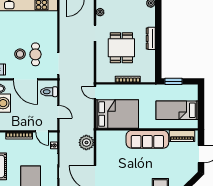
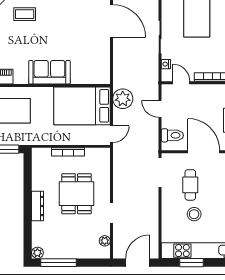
stool: (20, 54) -> (194, 214), moved
door: (95, 93) -> (111, 134), hinge flipped
sofa: (147, 139) -> (49, 72), width x0.73
plant: (86, 143) -> (123, 99), moved

